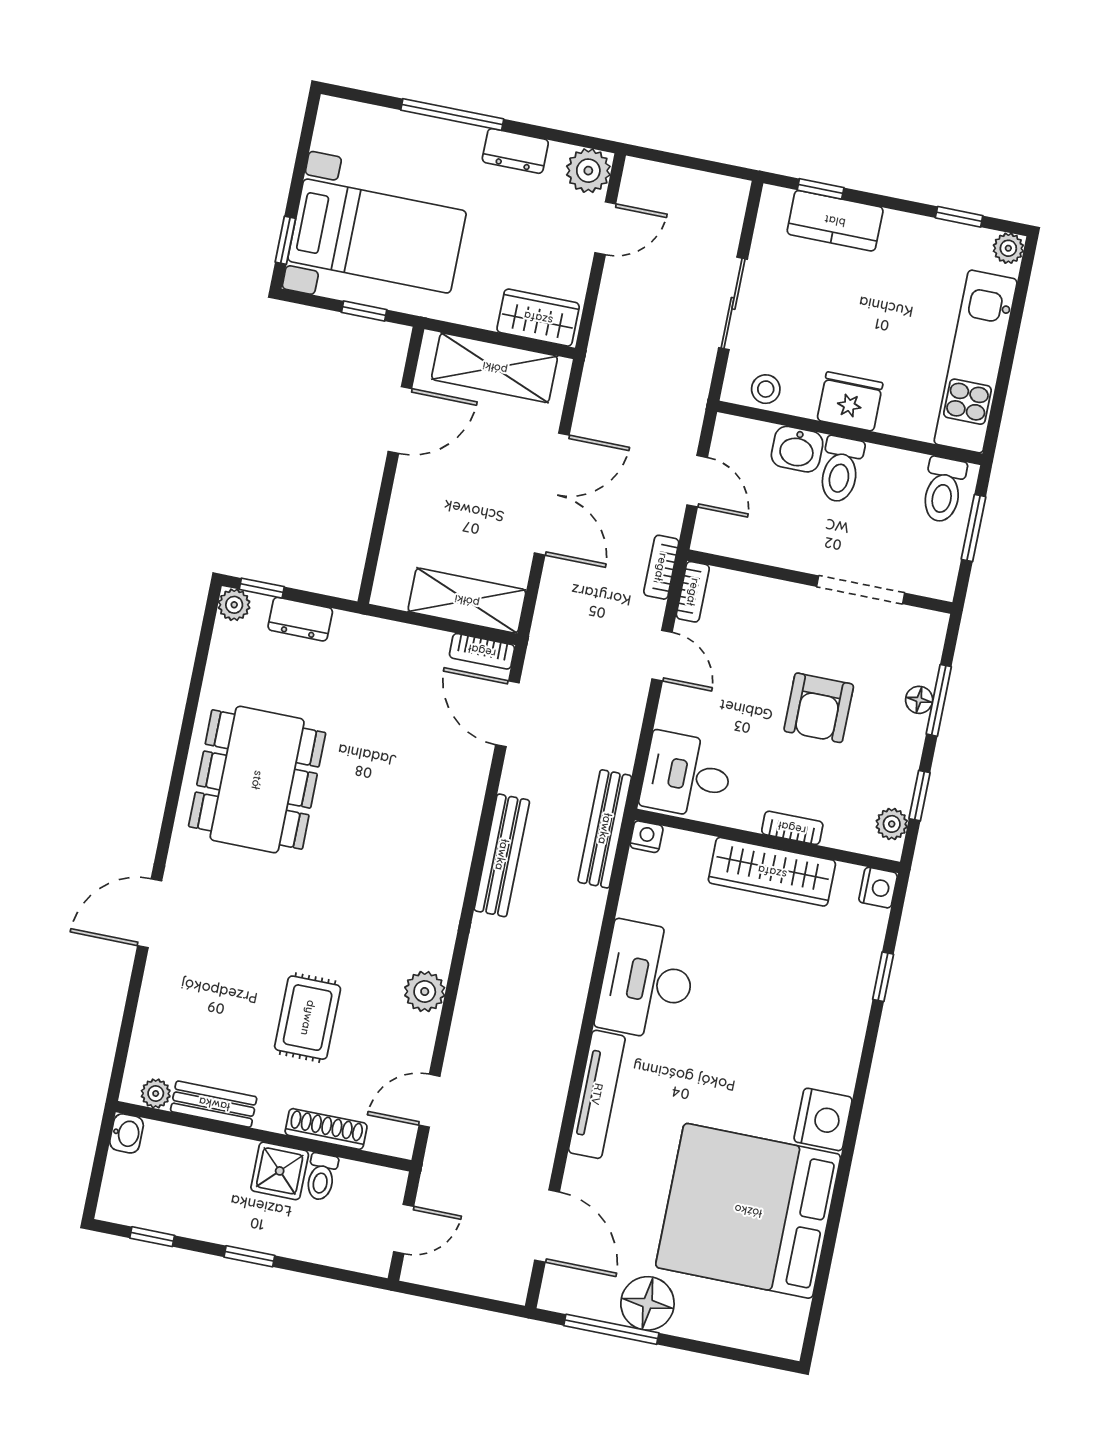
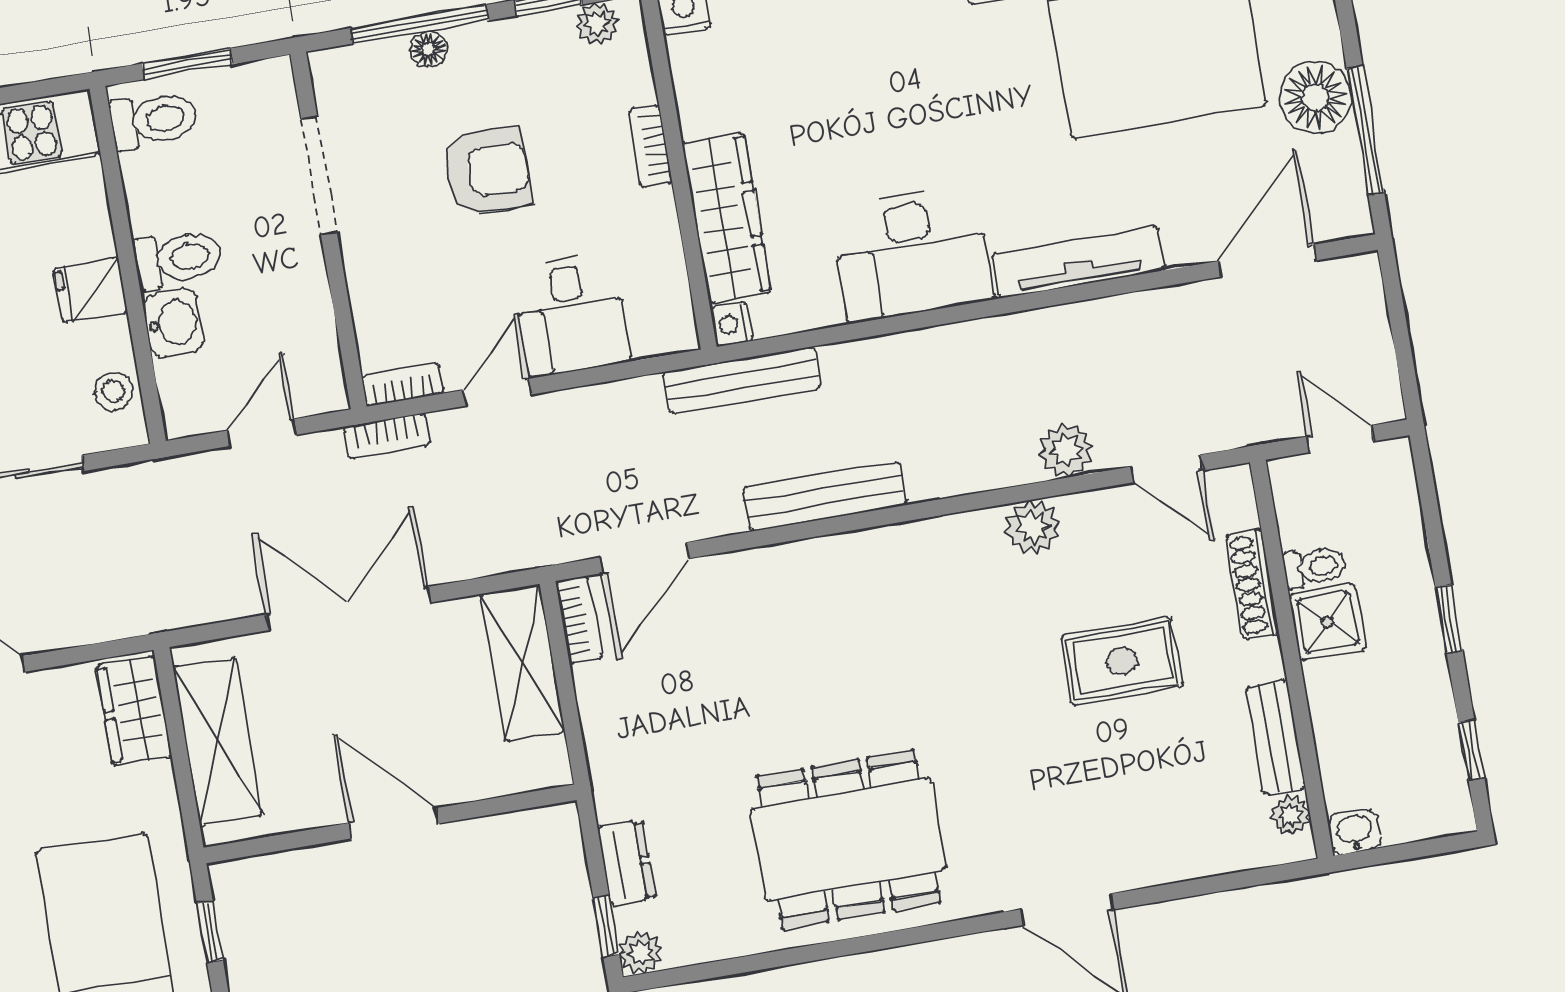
fridge: (850, 402) -> (90, 290), width x0.72
door: (400, 420) -> (394, 823), moved
window: (939, 700) -> (420, 24), width x1.44
desk: (687, 775) -> (571, 314), moved
wardrobe: (772, 872) -> (726, 218), moved
plant: (469, 1035) -> (1066, 450), added

